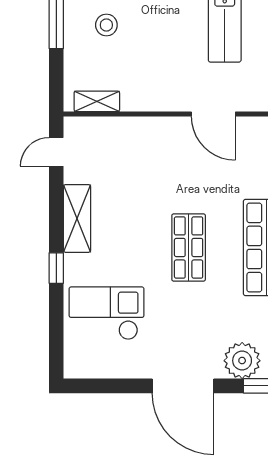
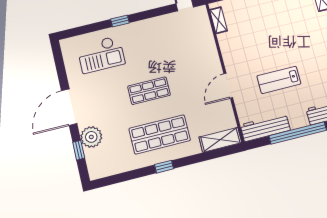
stool: (106, 25) -> (262, 15), removed
shelving: (77, 218) -> (150, 25), removed
checkout: (107, 313) -> (101, 54), turned 90

